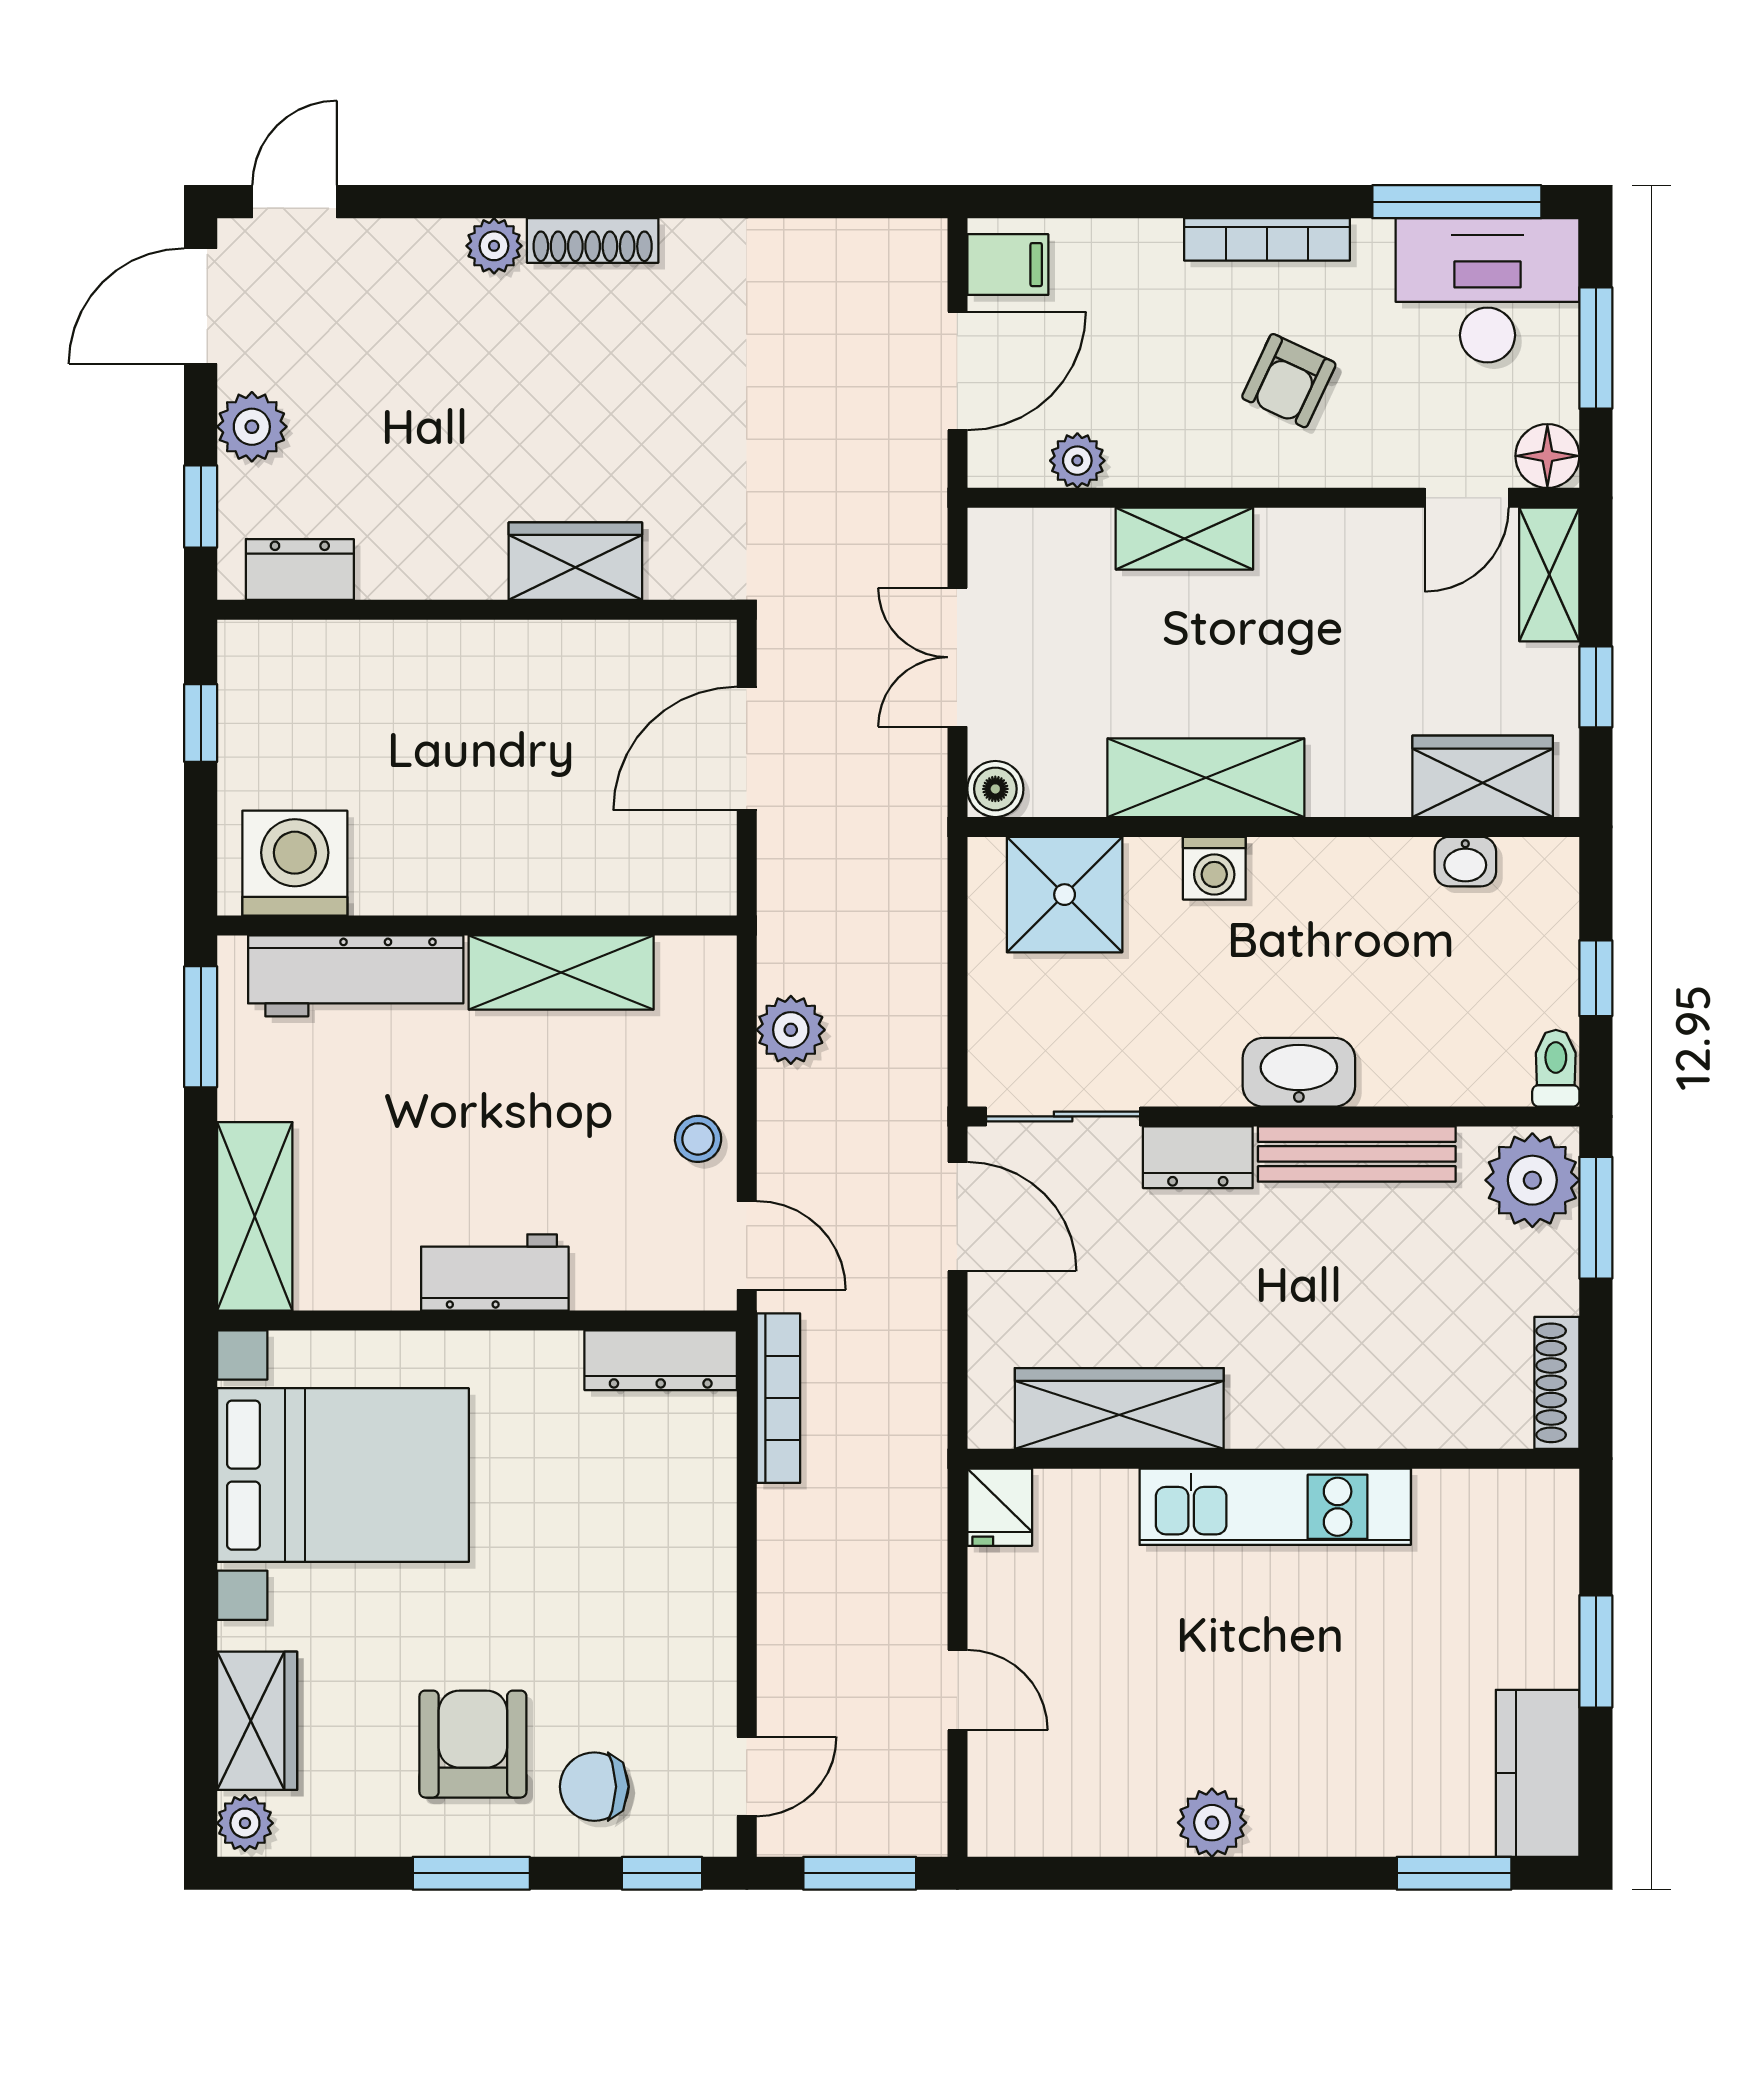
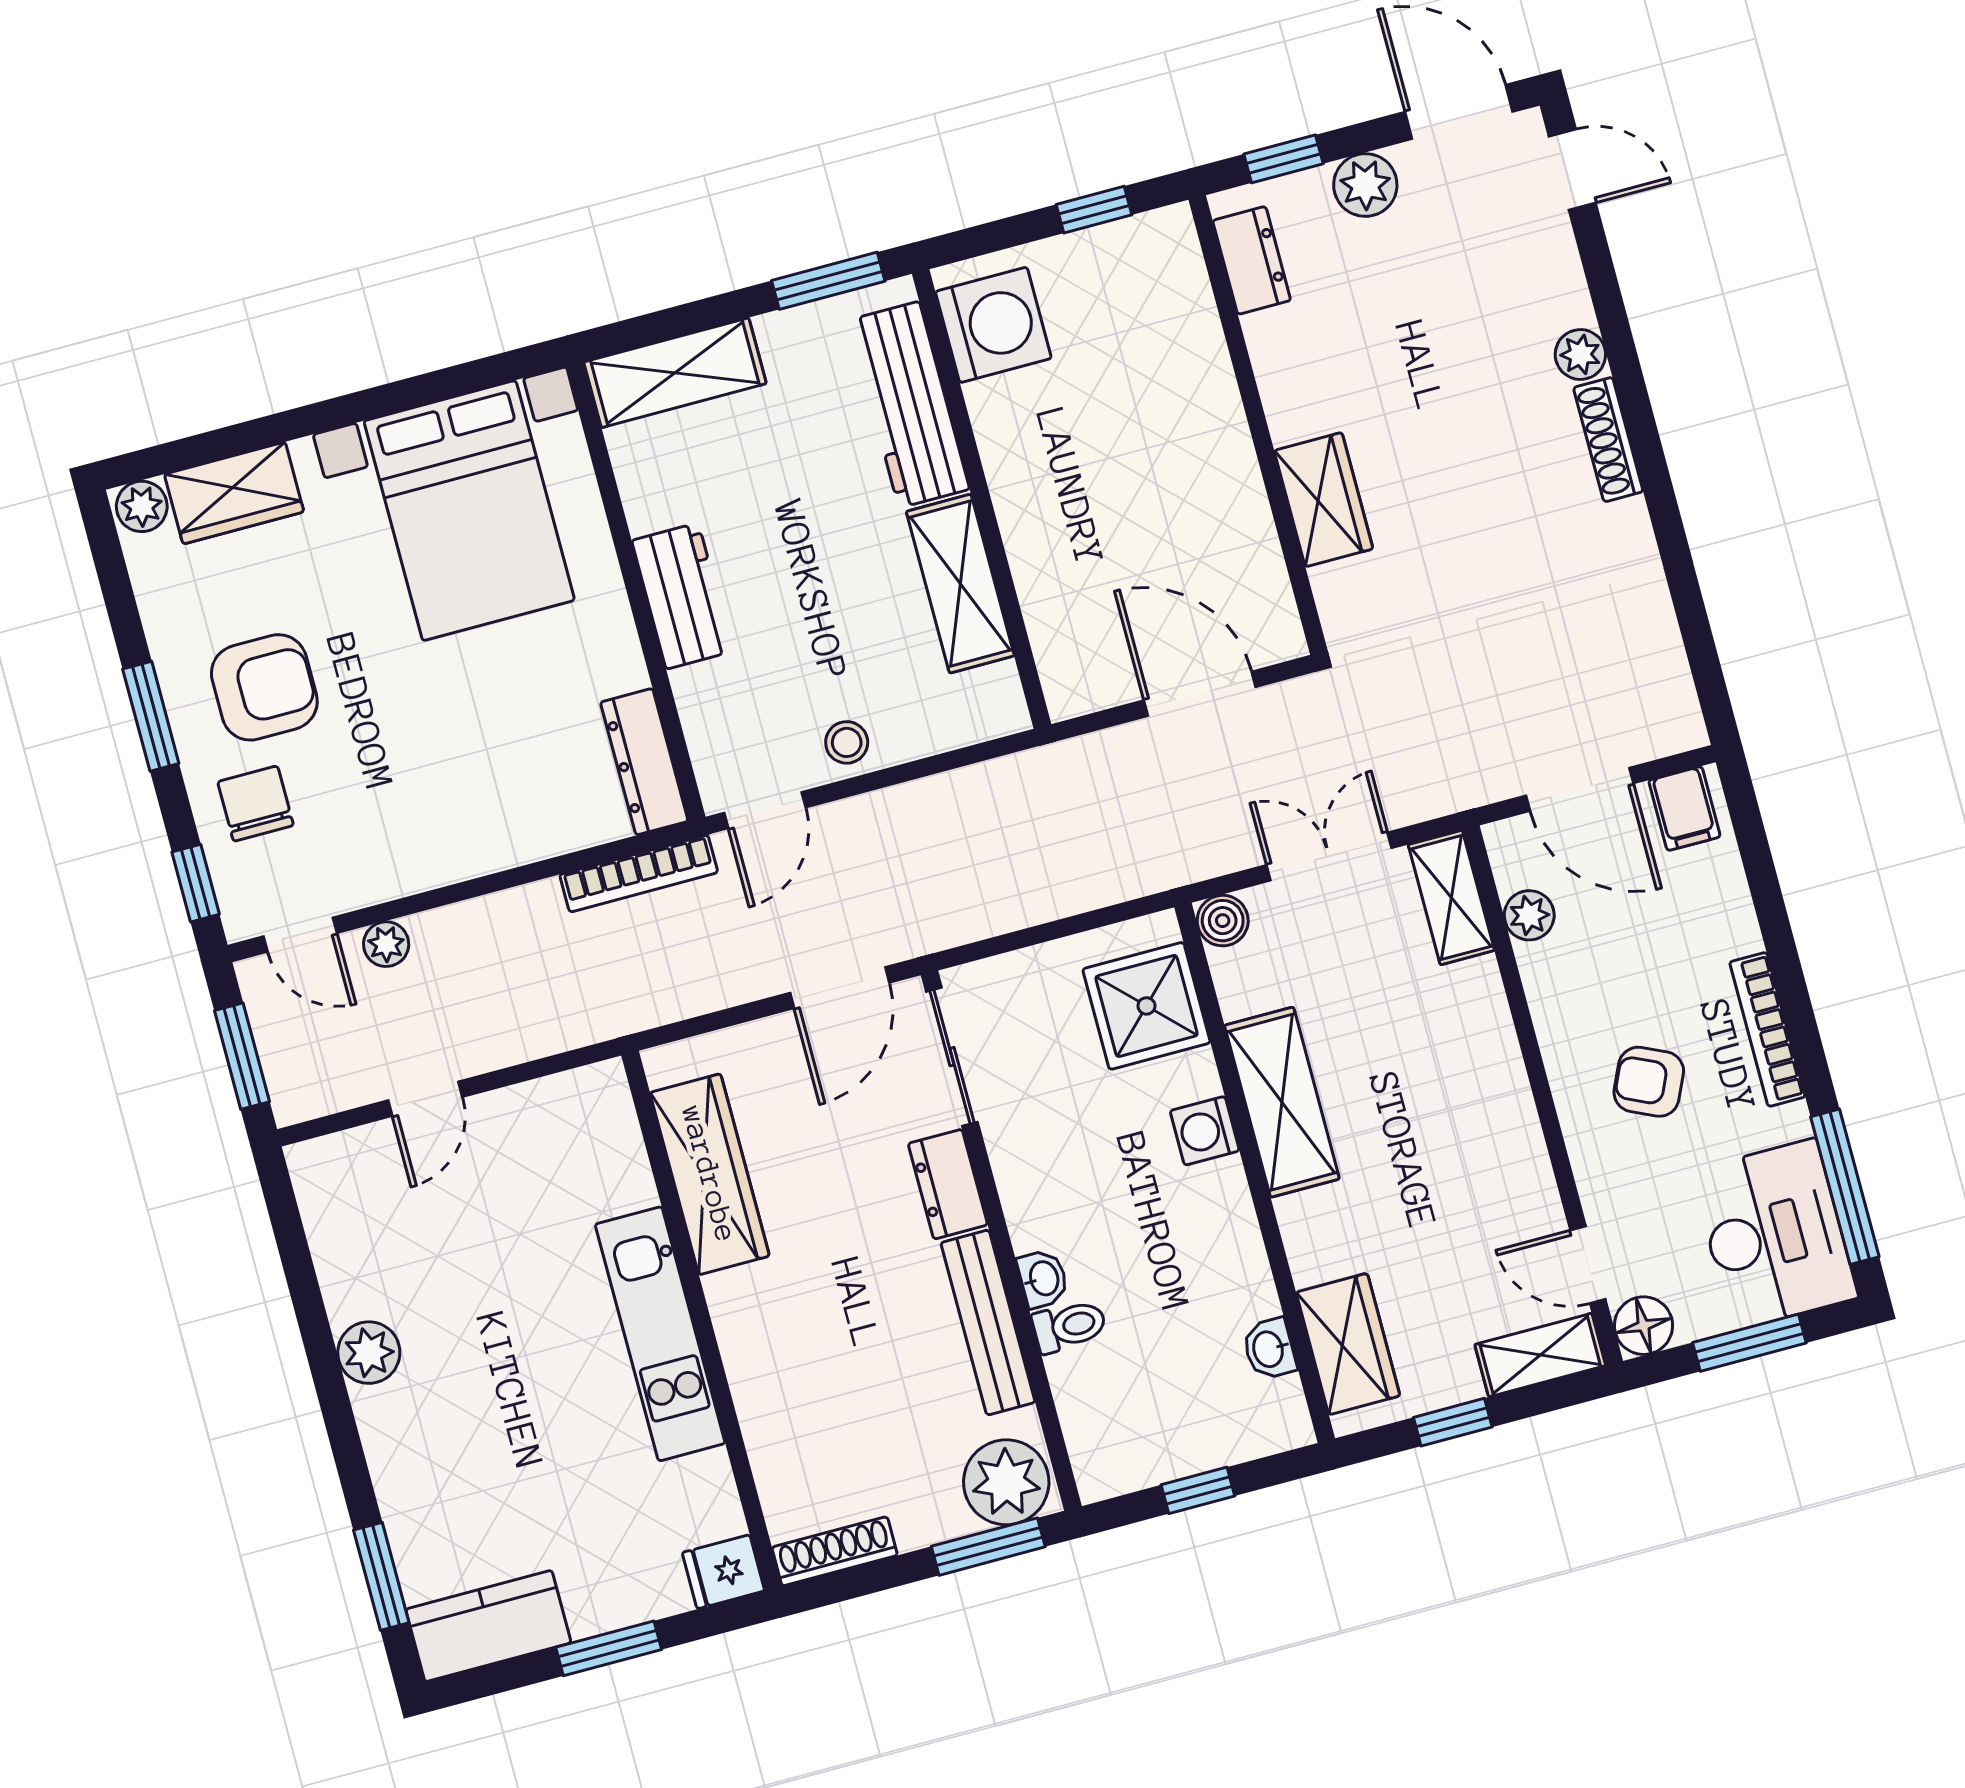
shelving: (1184, 539) -> (1451, 898), moved
plant: (791, 1030) -> (386, 944), moved, width x0.73, depth x0.73
toilet: (1556, 1068) -> (1069, 1326), moved
washbasin: (1299, 1072) -> (1043, 1279), width x0.52, depth x0.69
fridge: (1000, 1507) -> (723, 1572), moved

